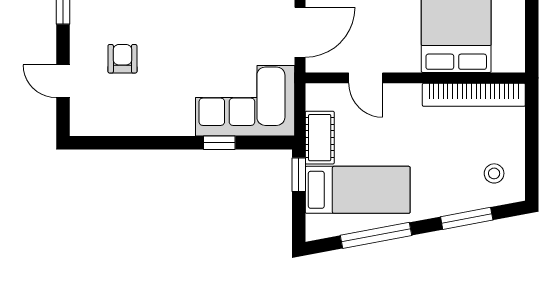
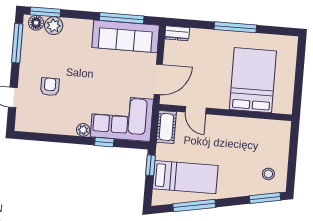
bookcase: (474, 95) -> (260, 126), removed
plant: (183, 125) -> (83, 130), added
cot: (320, 138) -> (166, 127), moved
window: (467, 218) -> (265, 198), moved

